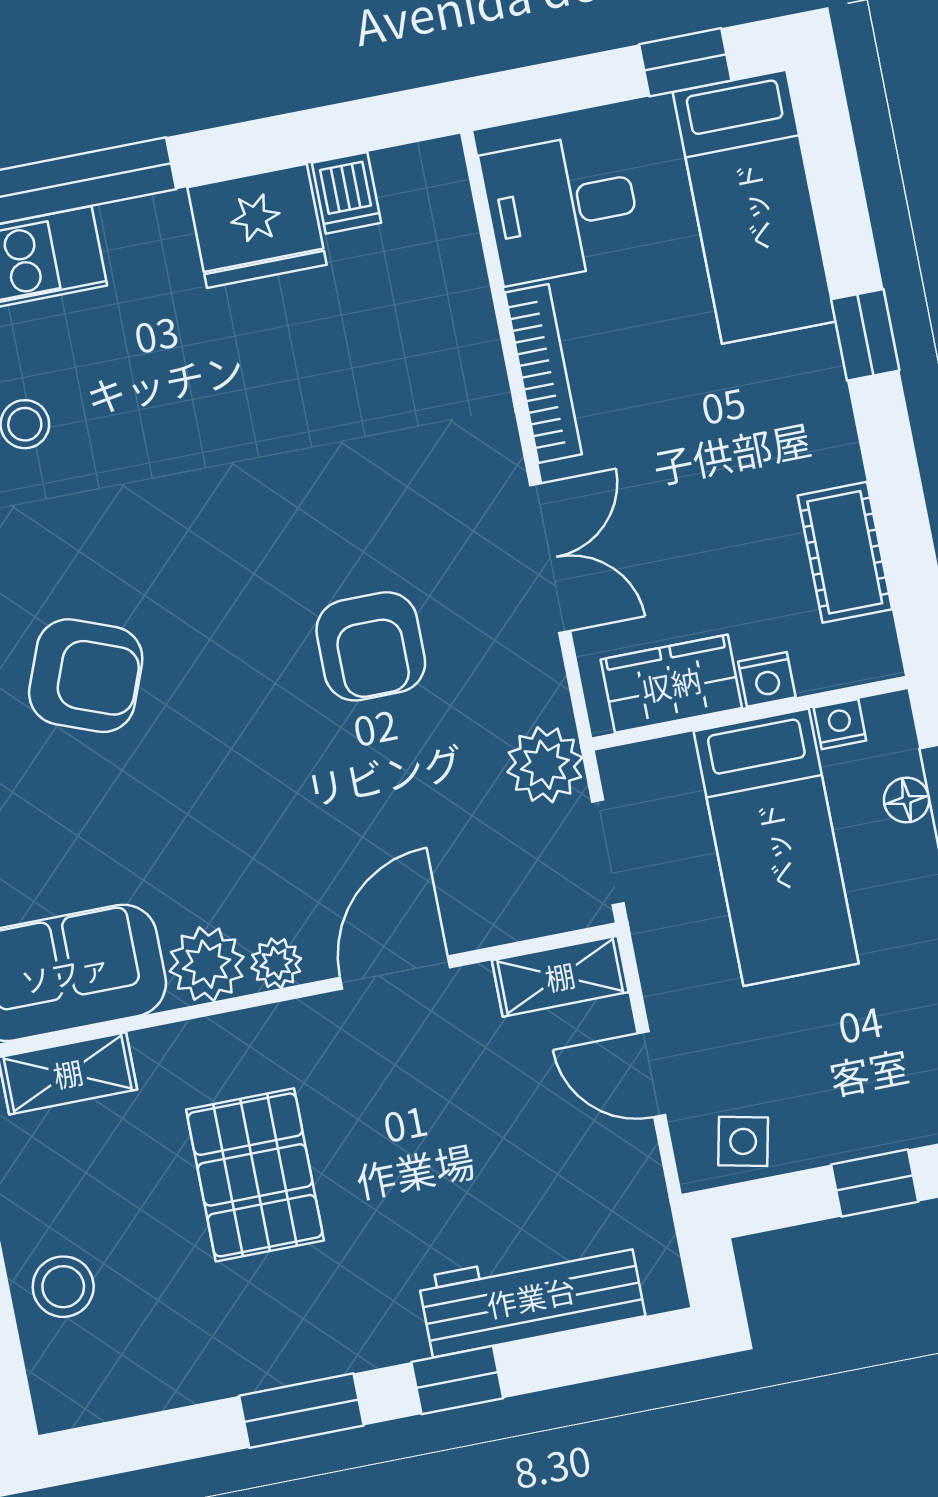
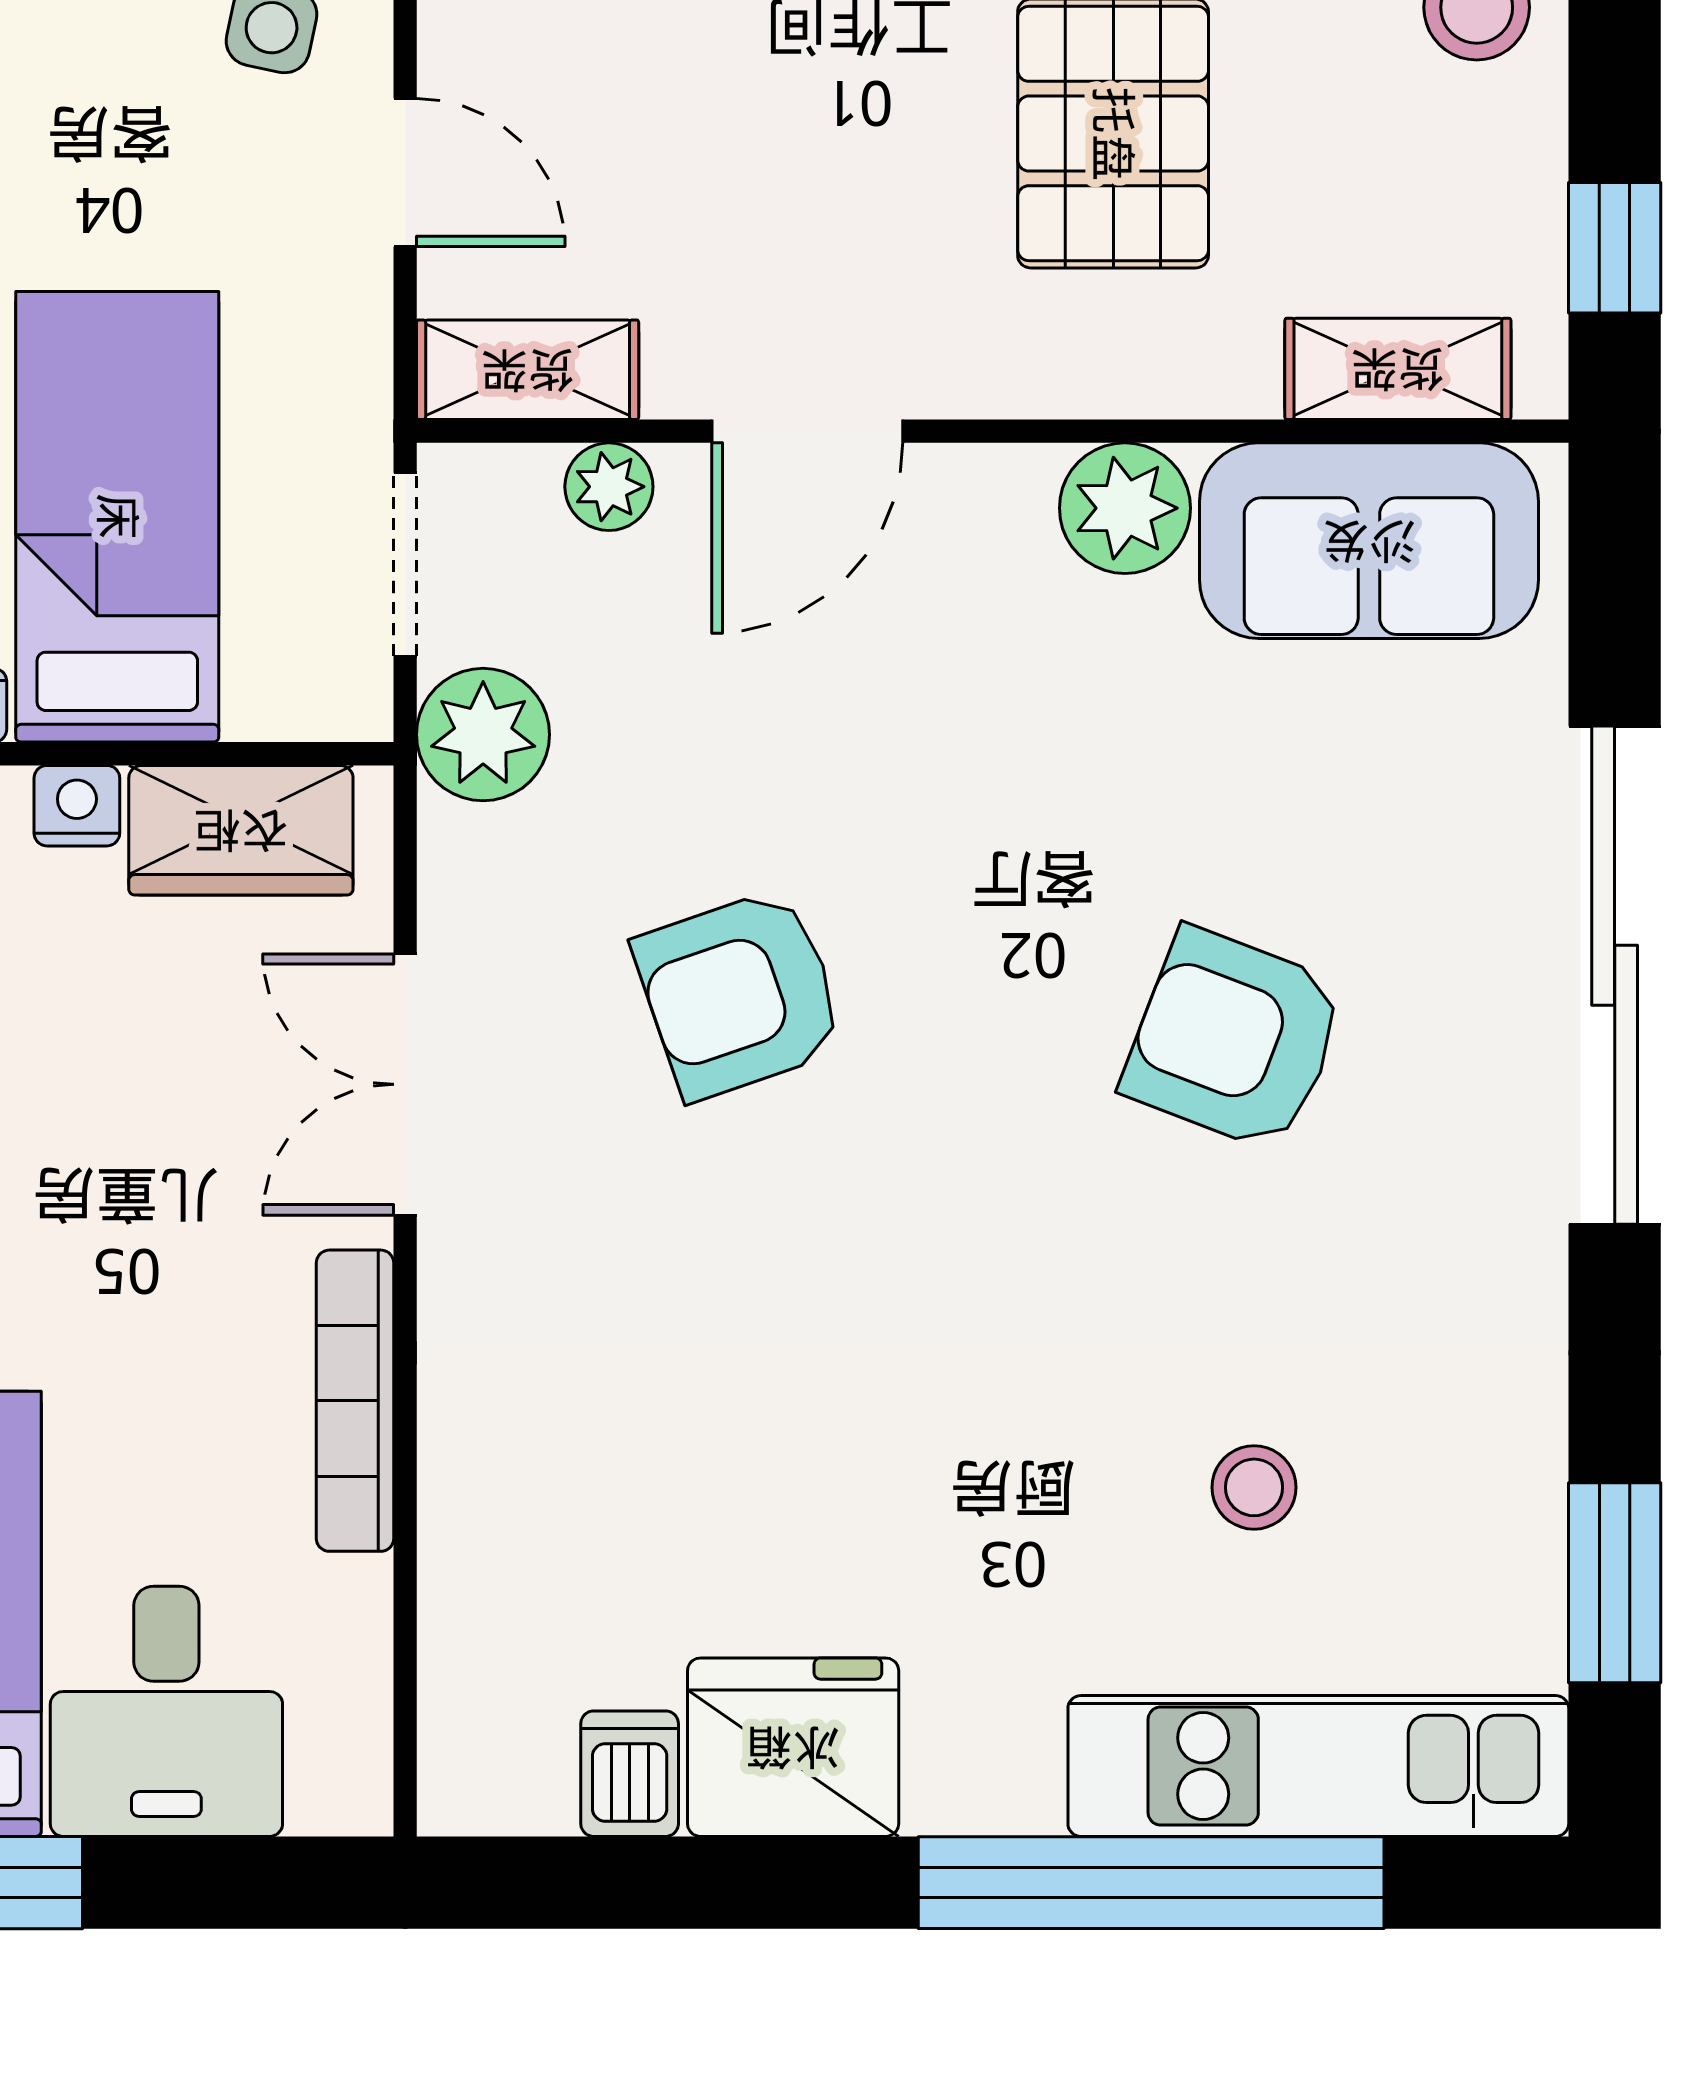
desk: (562, 208) -> (166, 1711), moved, turned 90
armchair: (371, 646) -> (740, 994), turned -109
plant: (276, 963) -> (609, 487), moved

